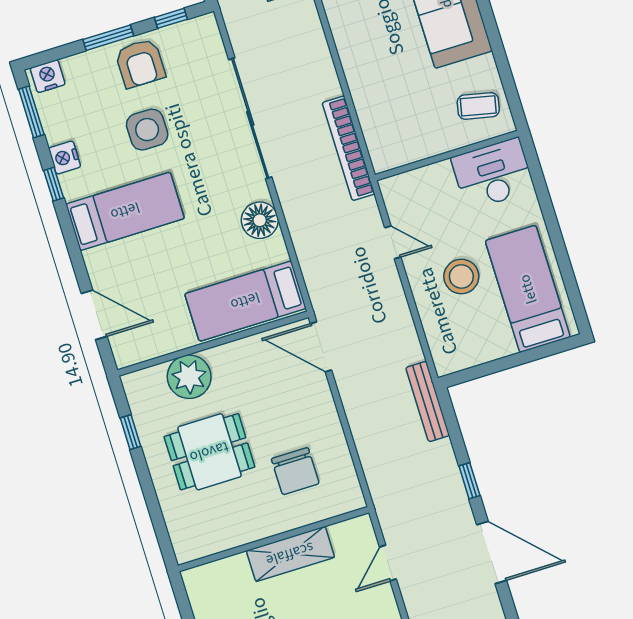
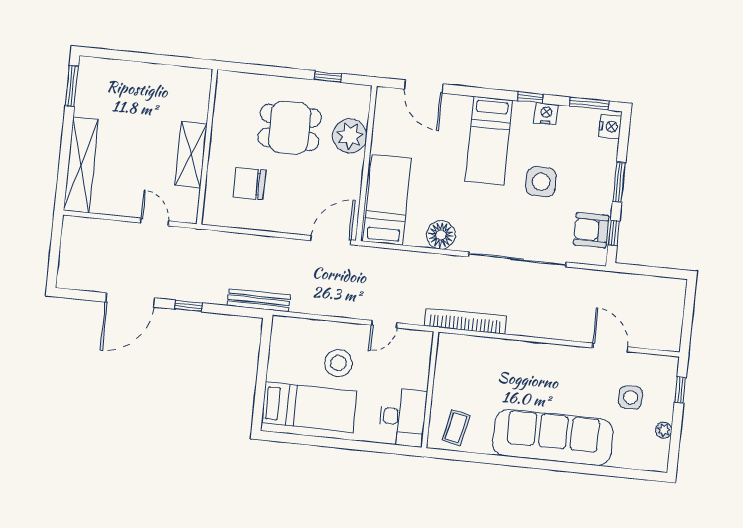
armchair: (140, 63) -> (591, 230), moved
door: (94, 315) -> (424, 86), hinge flipped
dining table: (209, 452) -> (290, 128), turned 90

